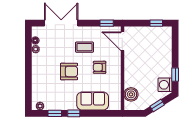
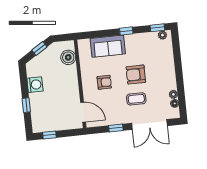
window: (107, 23) -> (116, 128), moved
coffee table: (84, 47) -> (136, 99), moved
window: (175, 75) -> (26, 105), moved
washing machine: (165, 85) -> (35, 85), moved
window: (55, 113) -> (157, 28), moved

